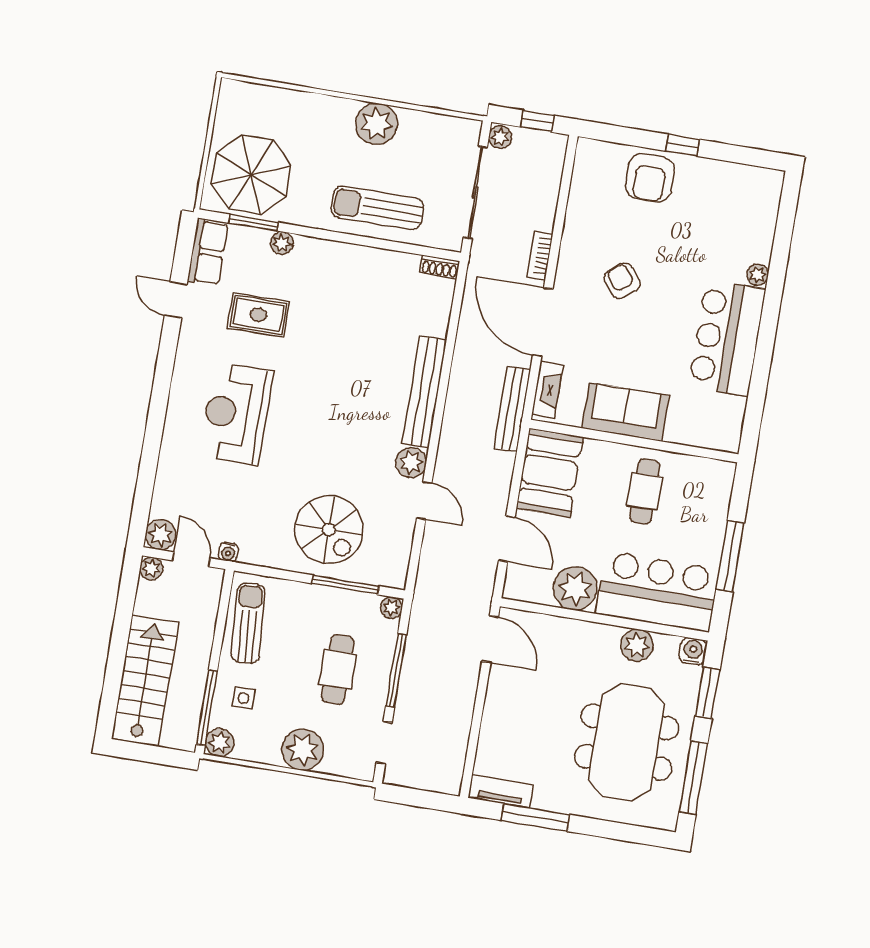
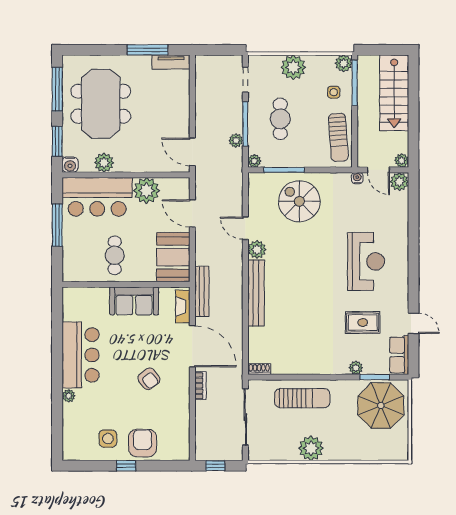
plant: (500, 137) -> (236, 141), moved
side table: (705, 194) -> (108, 439), added

